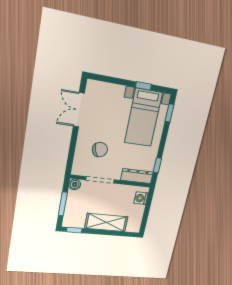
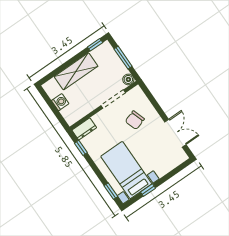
dresser: (137, 176) -> (84, 129), width x0.70
washing machine: (141, 198) -> (60, 102), moved

